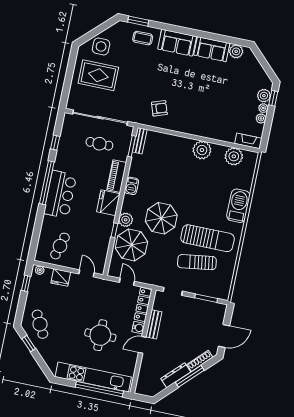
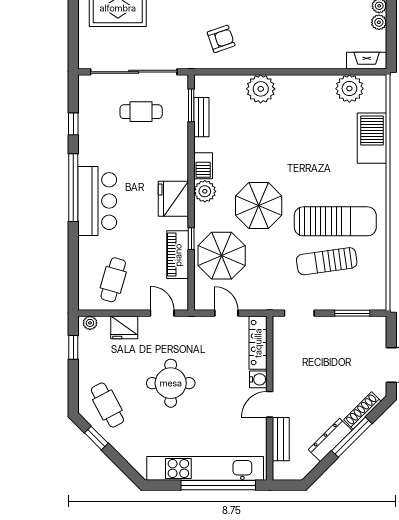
bench: (140, 141) -> (201, 117), moved
plant: (202, 150) -> (261, 89), moved
piano: (117, 176) -> (178, 255), moved
barbecue: (238, 206) -> (372, 138), moved
plant: (126, 220) -> (205, 191), moved
bench: (154, 324) -> (281, 439), moved
round table: (100, 335) -> (171, 383), moved

